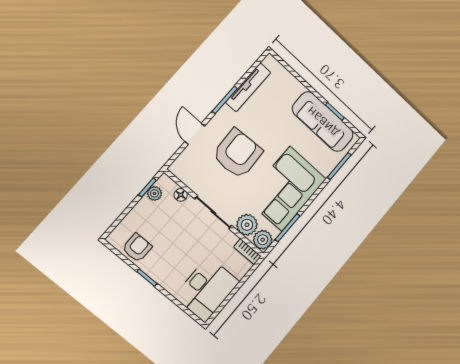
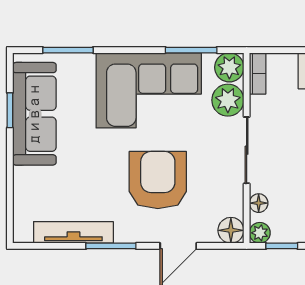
armchair: (238, 154) -> (158, 180), turned 93
floor lamp: (179, 168) -> (231, 230), added
plant: (154, 193) -> (260, 233), moved

